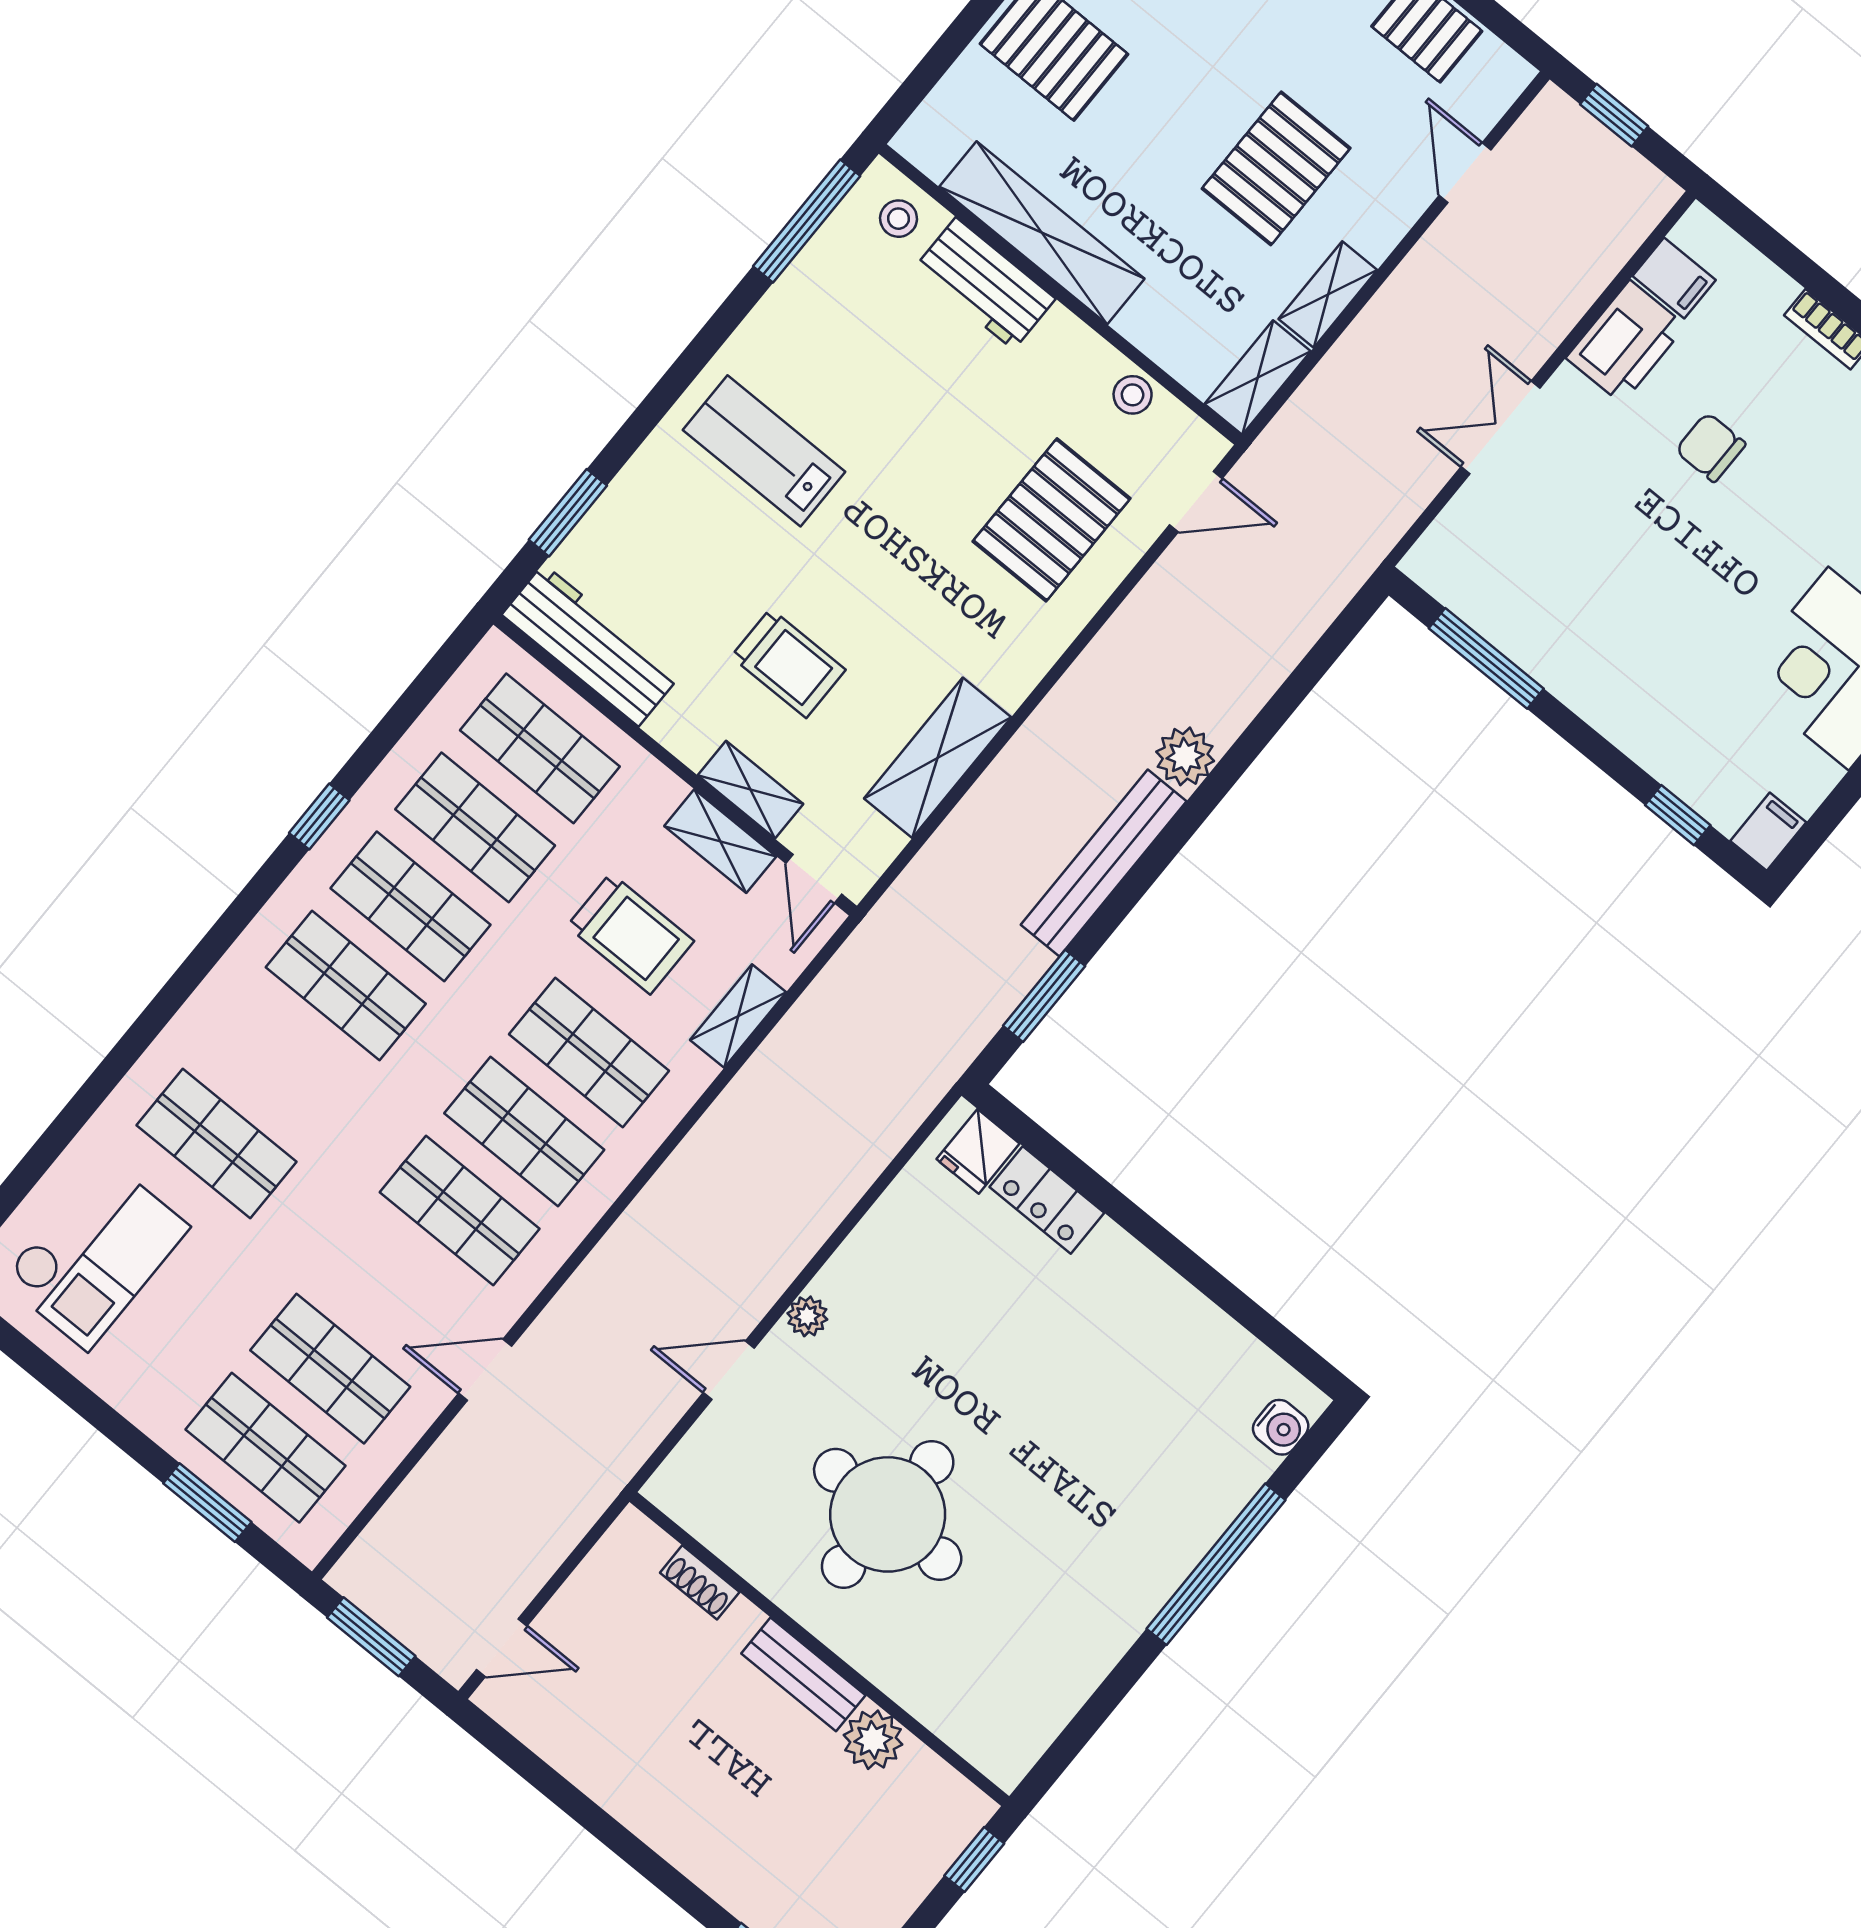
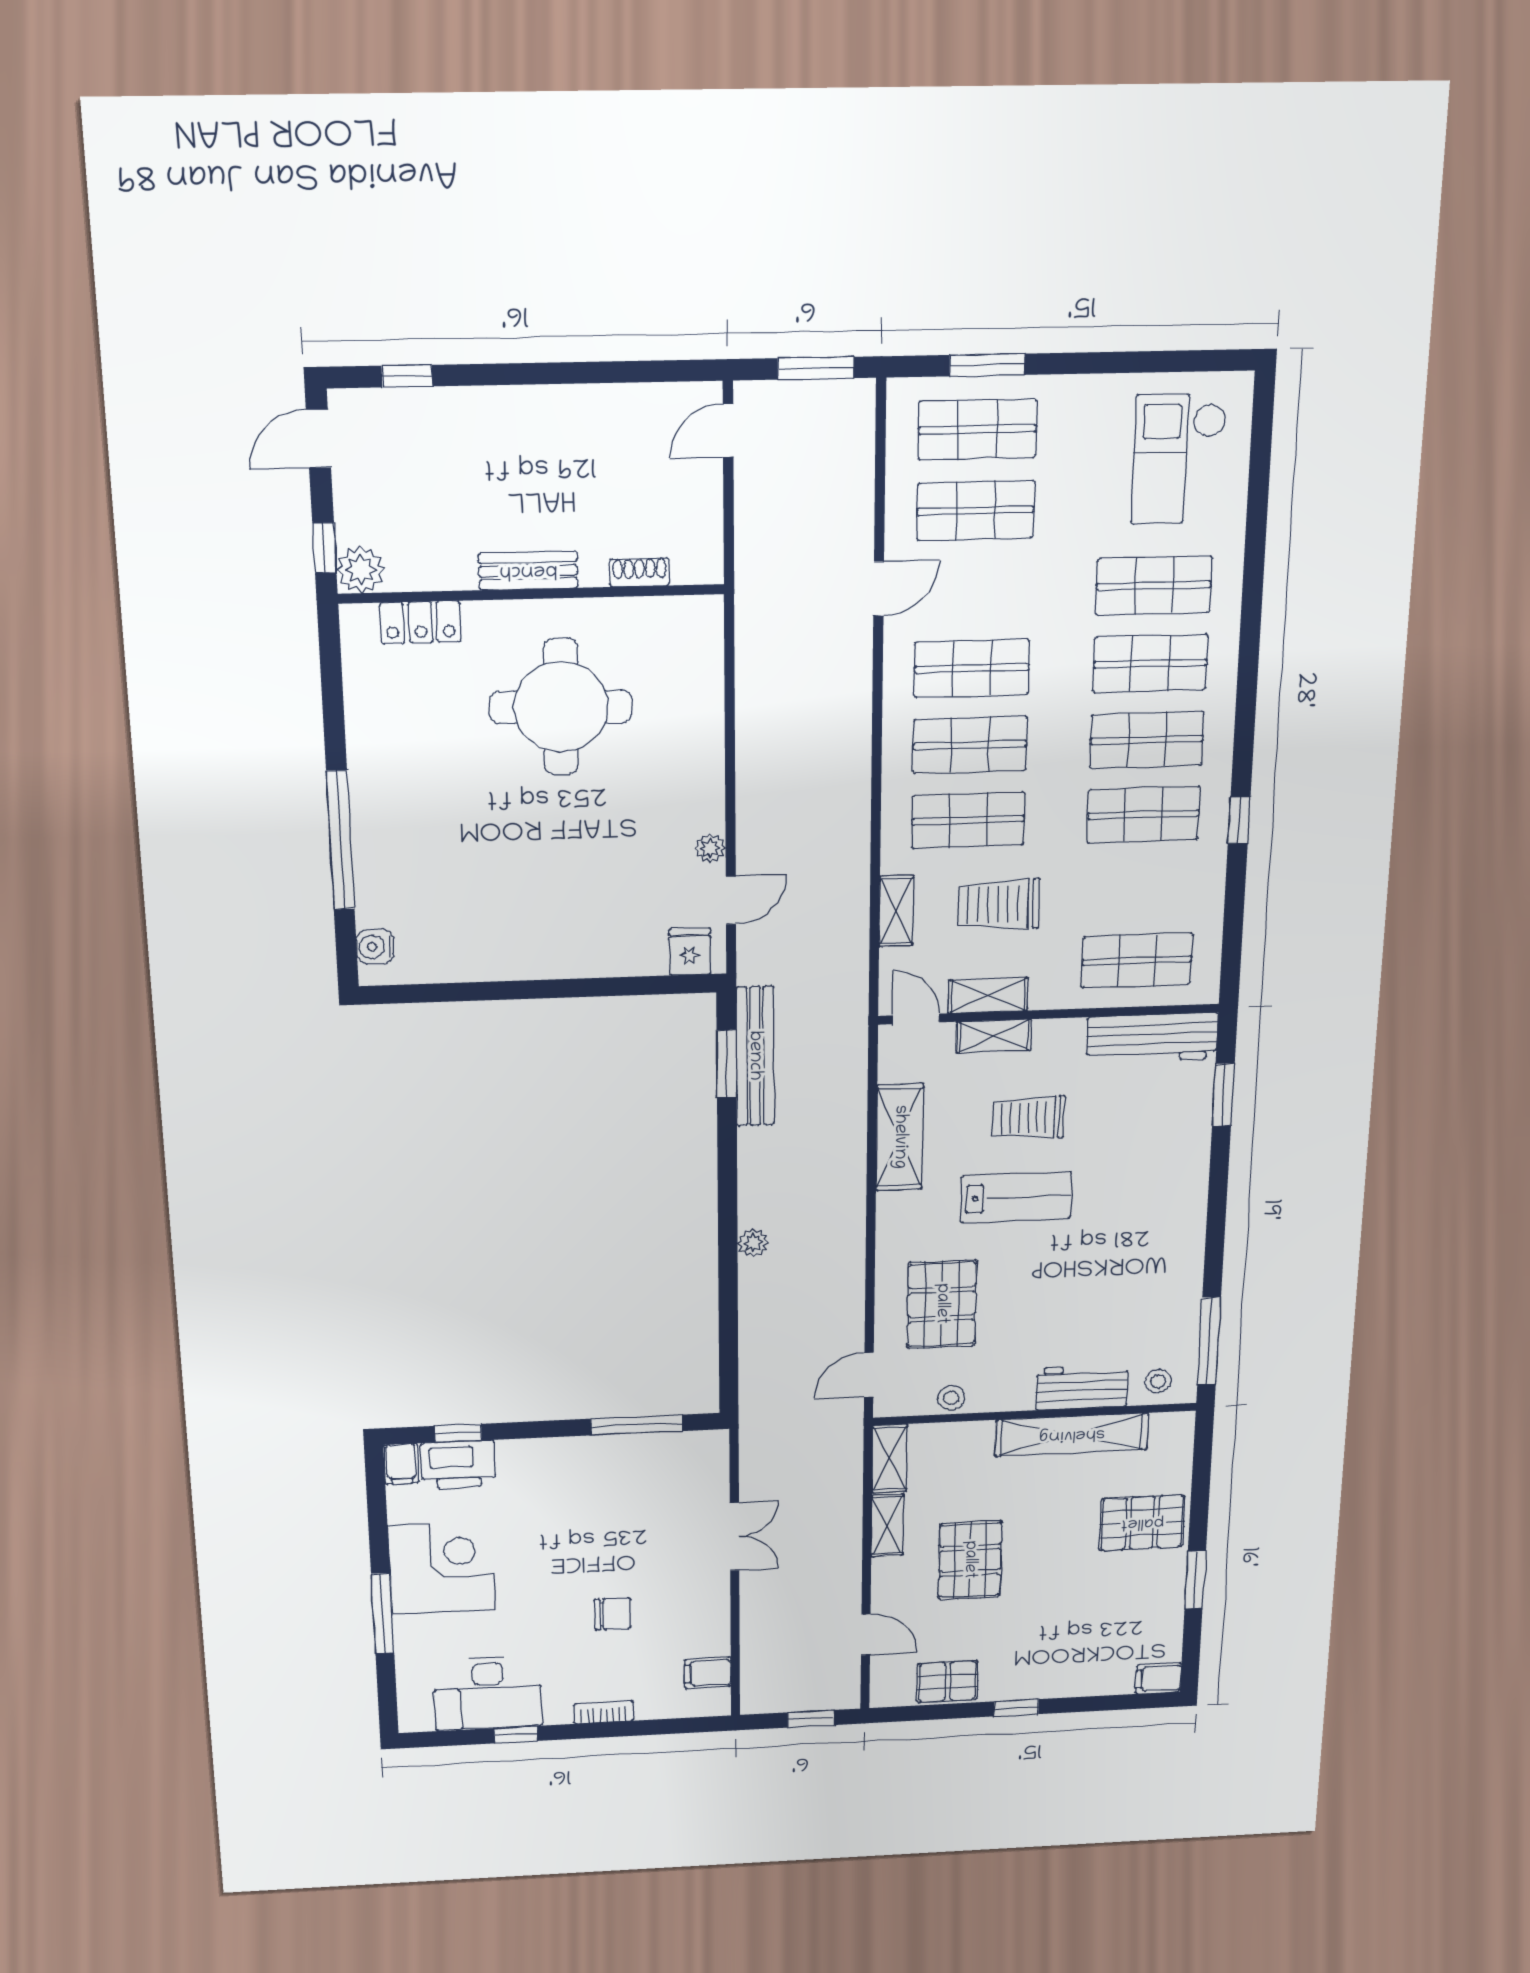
printer: (1626, 342) -> (458, 1464), moved, turned -90
lab bench: (764, 451) -> (1016, 1197), moved
plant: (1185, 756) -> (753, 1243), width x0.73, depth x0.73
shop shelf: (475, 827) -> (1150, 663), moved
bench: (1104, 863) -> (755, 1056), moved
locker: (1047, 1200) -> (420, 622), moved, turned 180
plant: (807, 1316) -> (710, 848), moved
door: (729, 1370) -> (731, 900), moved
plant: (873, 1740) -> (361, 570), moved

